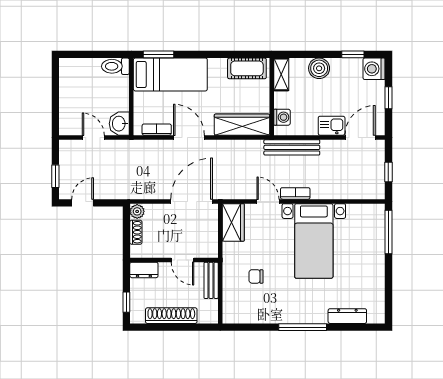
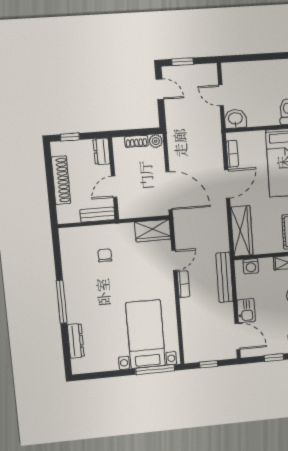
door: (93, 137) -> (221, 95), swing flipped
bed with nightstands: (314, 241) -> (146, 334), moved, turned 90

